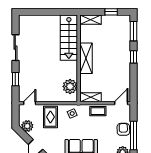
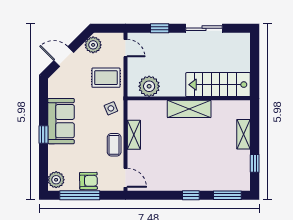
stairs: (69, 38) -> (218, 85), moved
wall: (79, 58) -> (189, 98), moved
shelving: (86, 58) -> (189, 109), moved
plant: (70, 86) -> (149, 86), moved

